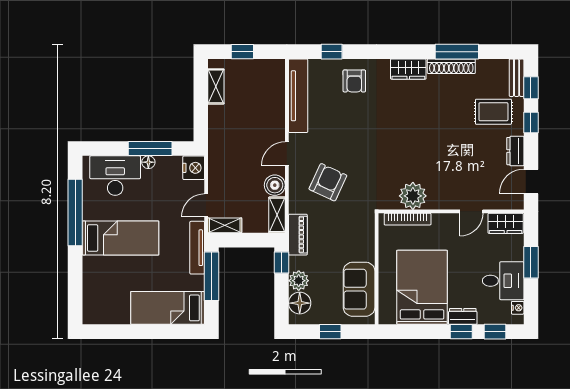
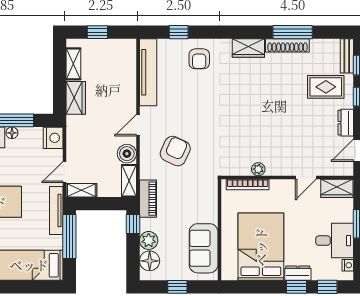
wardrobe: (218, 124) -> (76, 98), added
plant: (413, 196) -> (258, 169), width x0.53, depth x0.53

